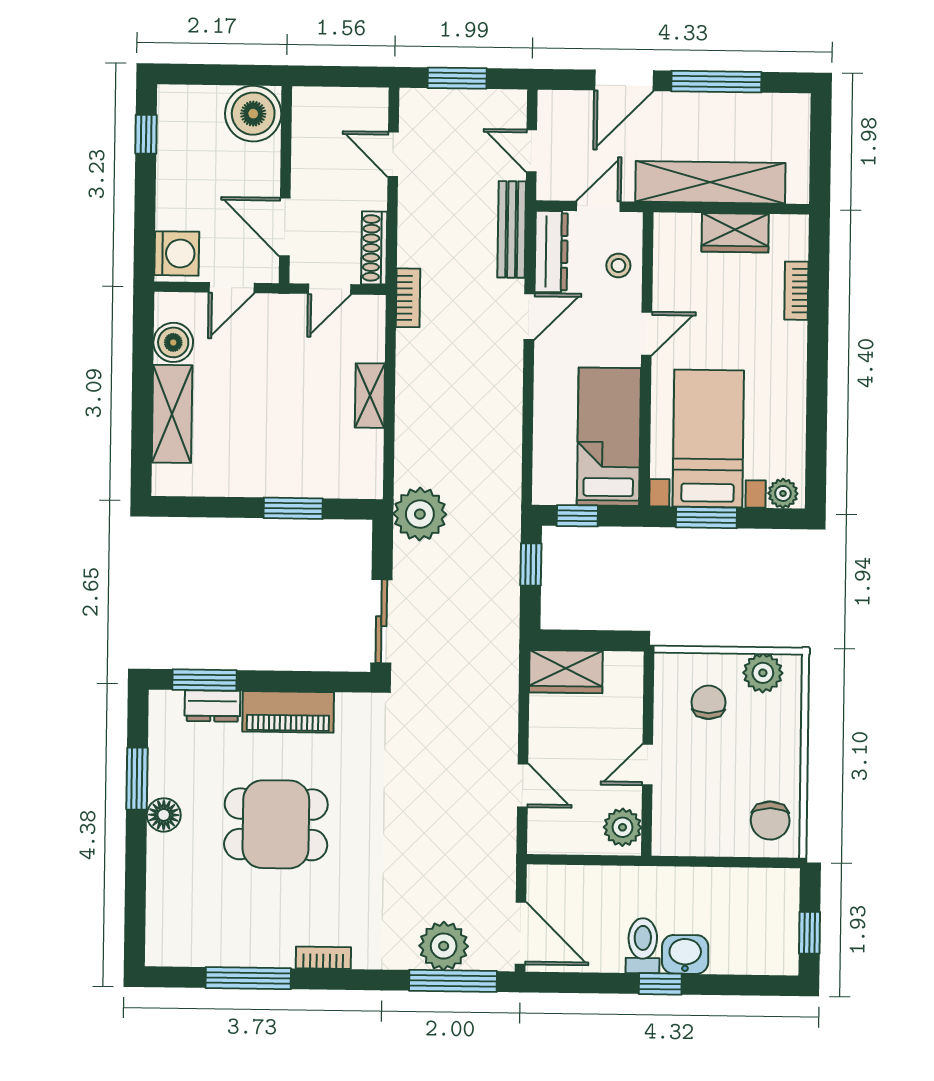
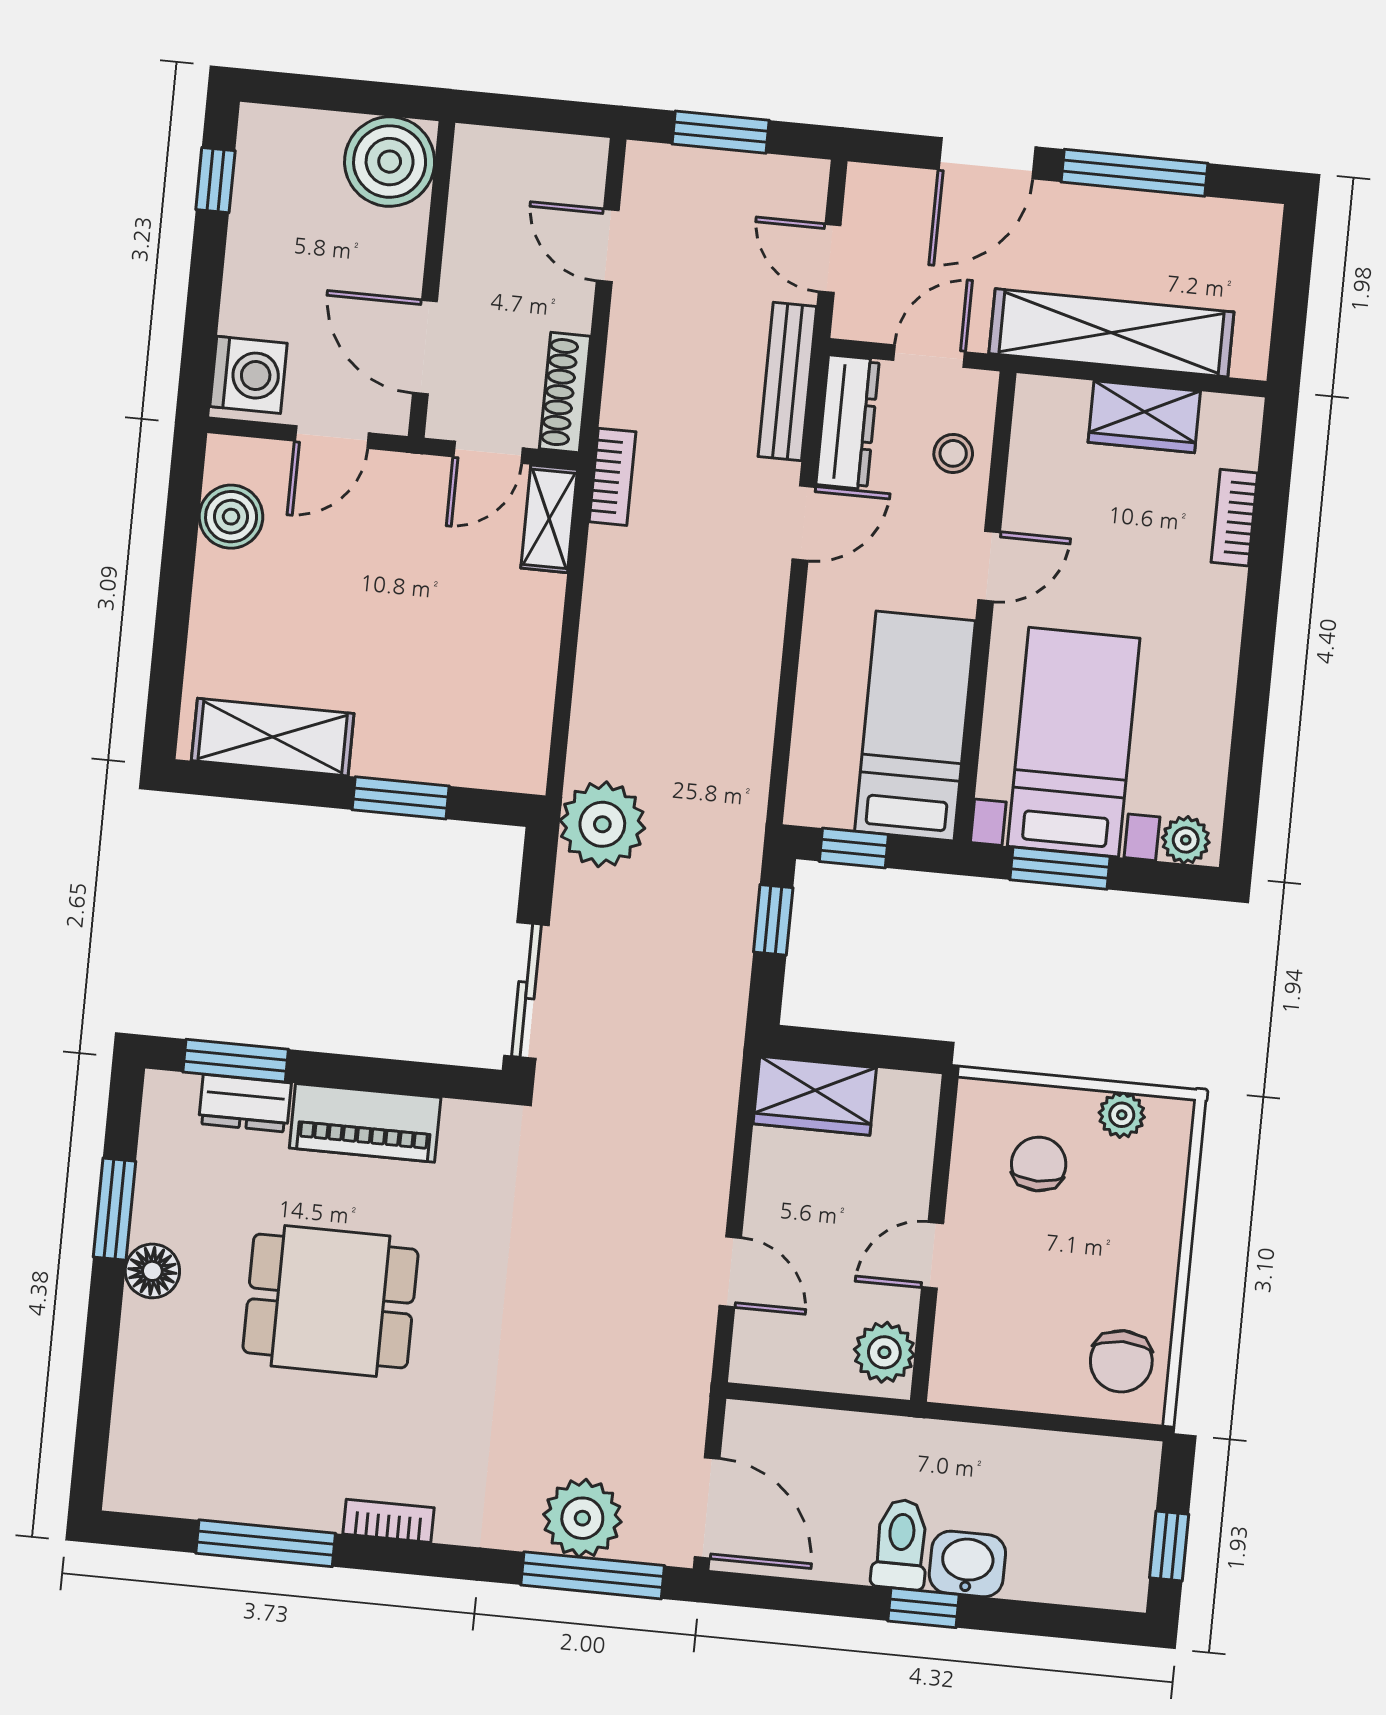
shelving: (370, 396) -> (549, 519), moved
shelving: (172, 414) -> (273, 737), moved, turned 90
plant: (763, 673) -> (1122, 1115), width x0.73, depth x0.73

